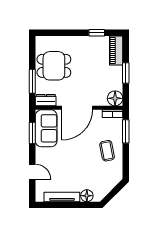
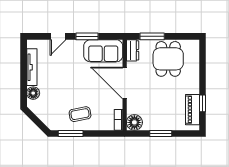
piano: (116, 50) -> (193, 110), moved, turned -90
window: (126, 131) -> (71, 133), moved
window: (32, 133) -> (87, 36), moved

